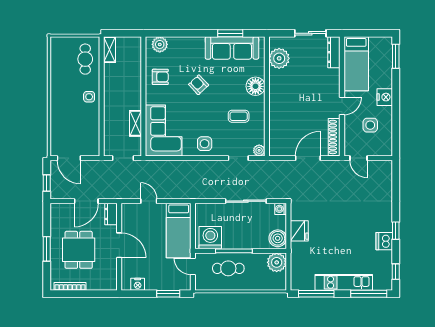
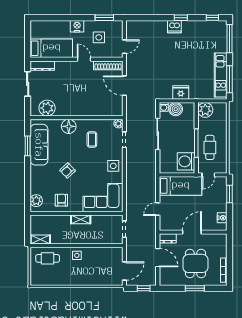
window: (396, 56) -> (104, 18), moved
shelving: (135, 123) -> (81, 219), moved
boiler: (278, 238) -> (176, 109), moved
dishwasher: (384, 241) -> (174, 27), moved
dining table: (79, 250) -> (195, 263), turned 90
kitchen unit: (344, 282) -> (221, 75), moved

